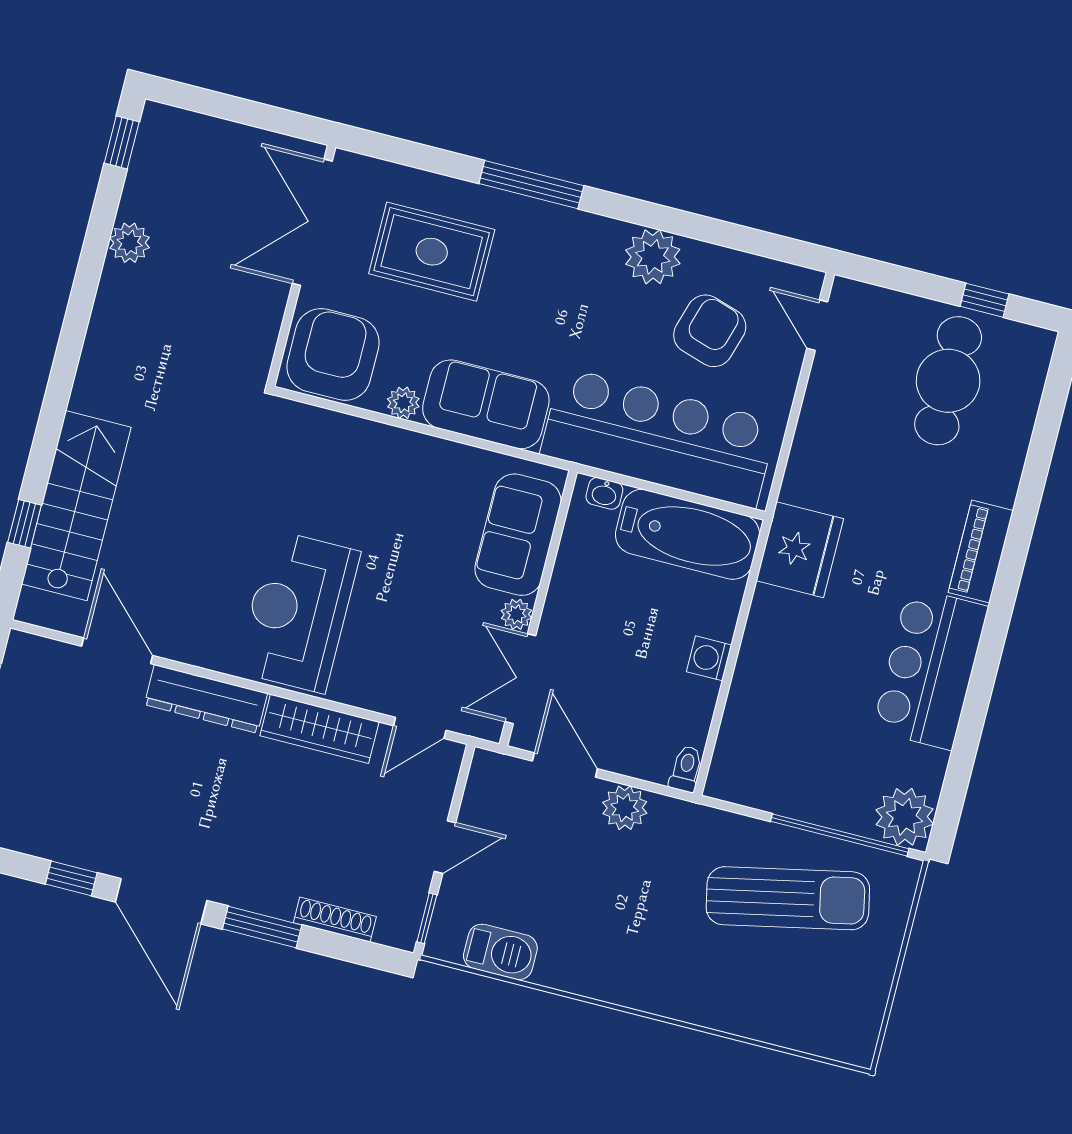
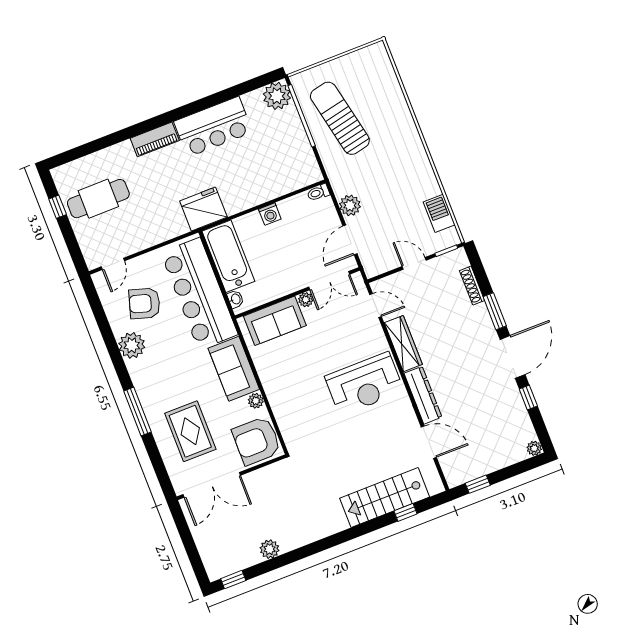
door: (117, 651) -> (429, 442), swing flipped

